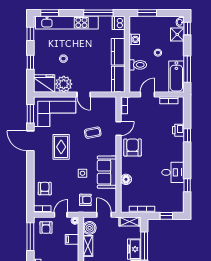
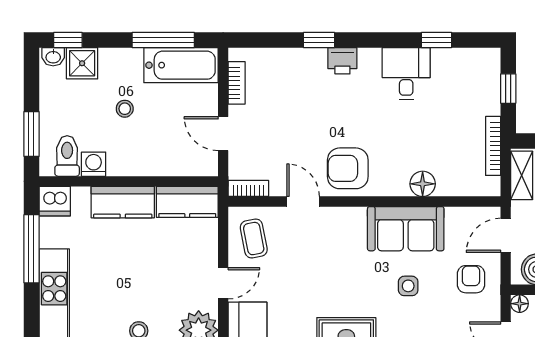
toilet: (138, 65) -> (67, 156), moved
printer: (178, 130) -> (342, 61), moved
coffee table: (93, 133) -> (254, 239), moved

